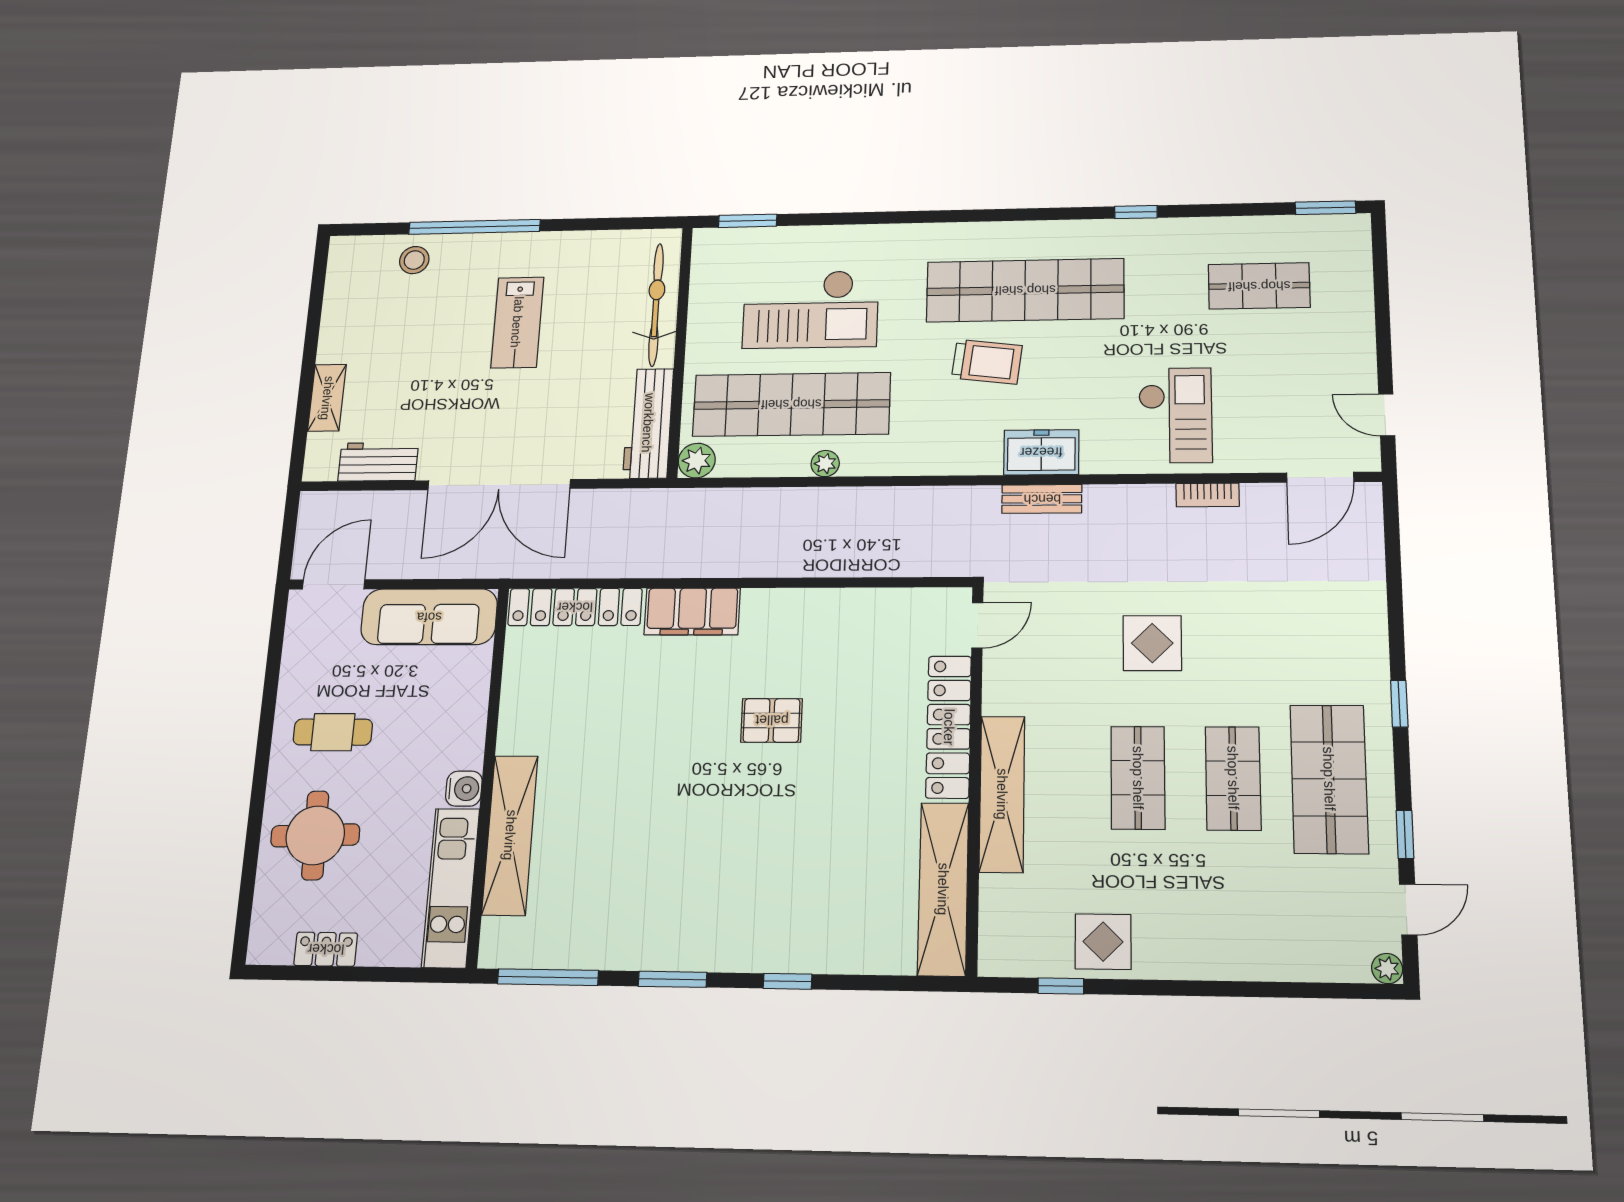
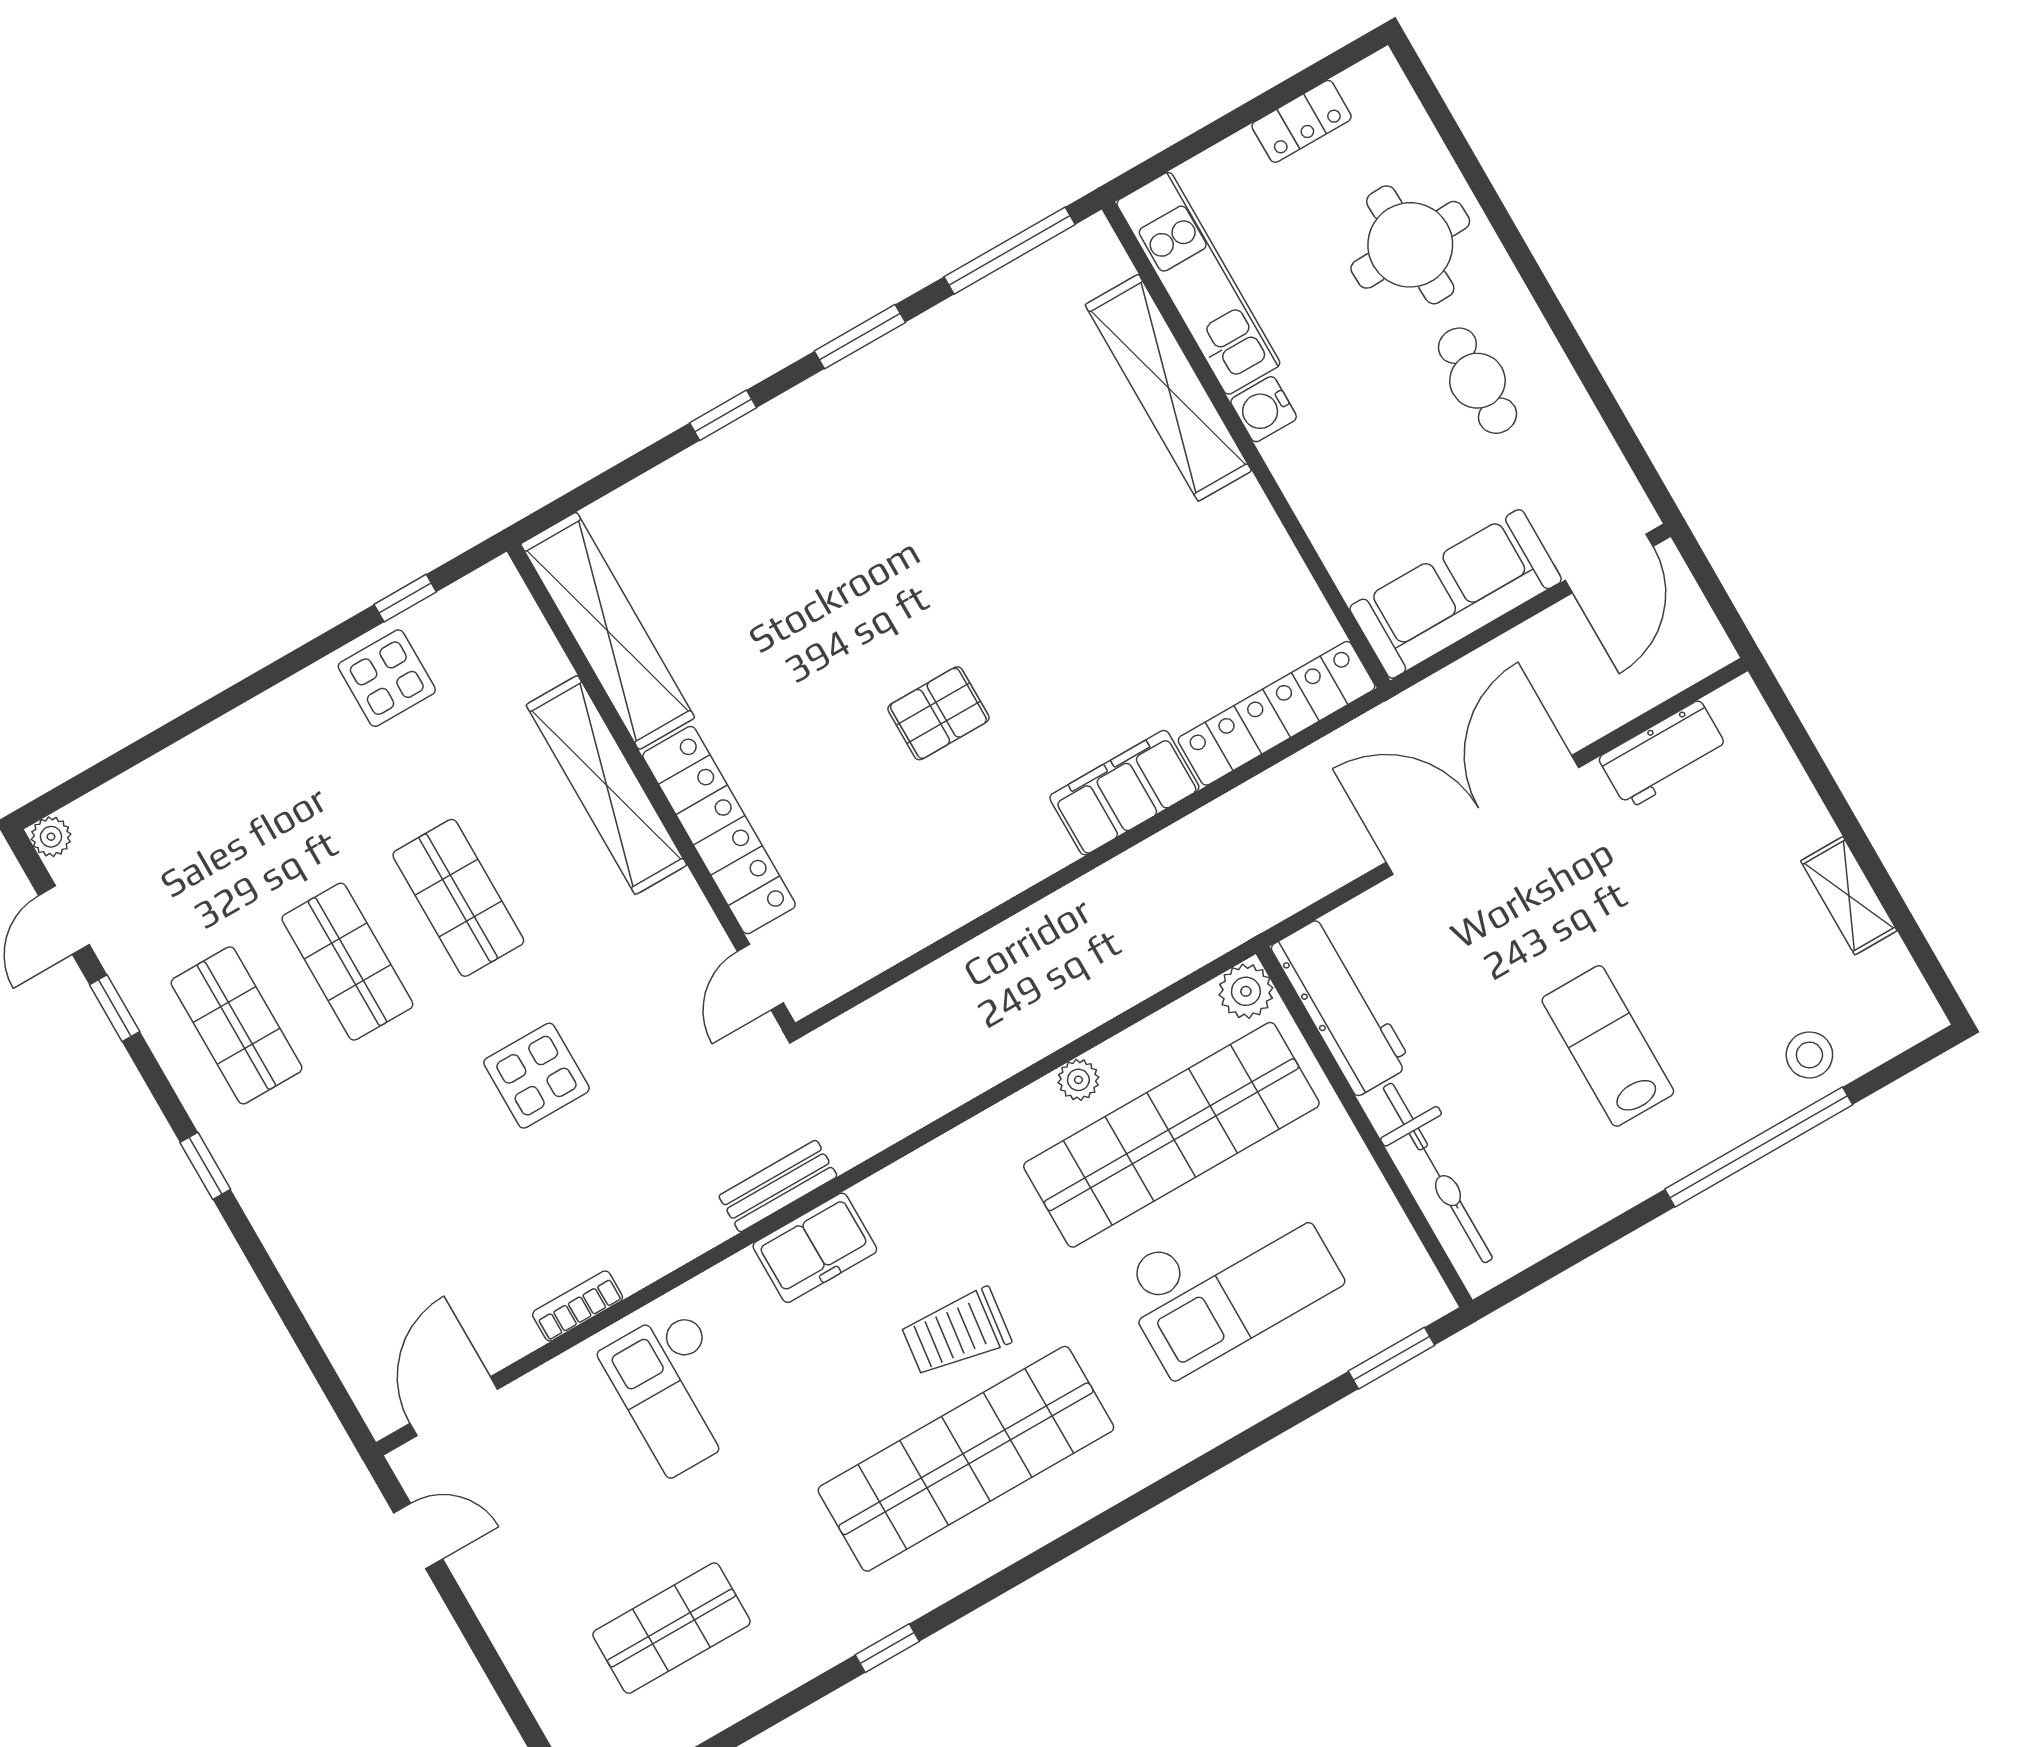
checkout: (811, 309) -> (1229, 1279), turned 180
shelving: (327, 398) -> (1849, 896), moved
cafe table: (333, 732) -> (1477, 381), turned 90
shop shelf: (1329, 779) -> (236, 1025), width x0.70, depth x0.74

